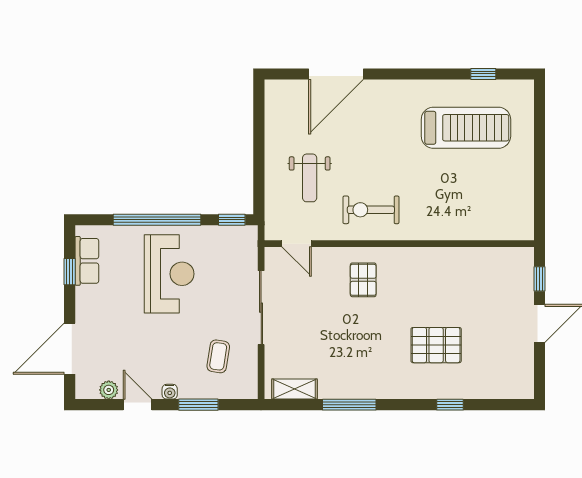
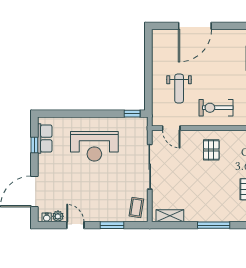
window: (157, 220) -> (87, 114), removed
reception desk: (169, 274) -> (94, 146), turned 90
coffee table: (218, 356) -> (136, 207), moved
water cooler: (170, 392) -> (47, 217), moved
window: (349, 405) -> (214, 225), moved

